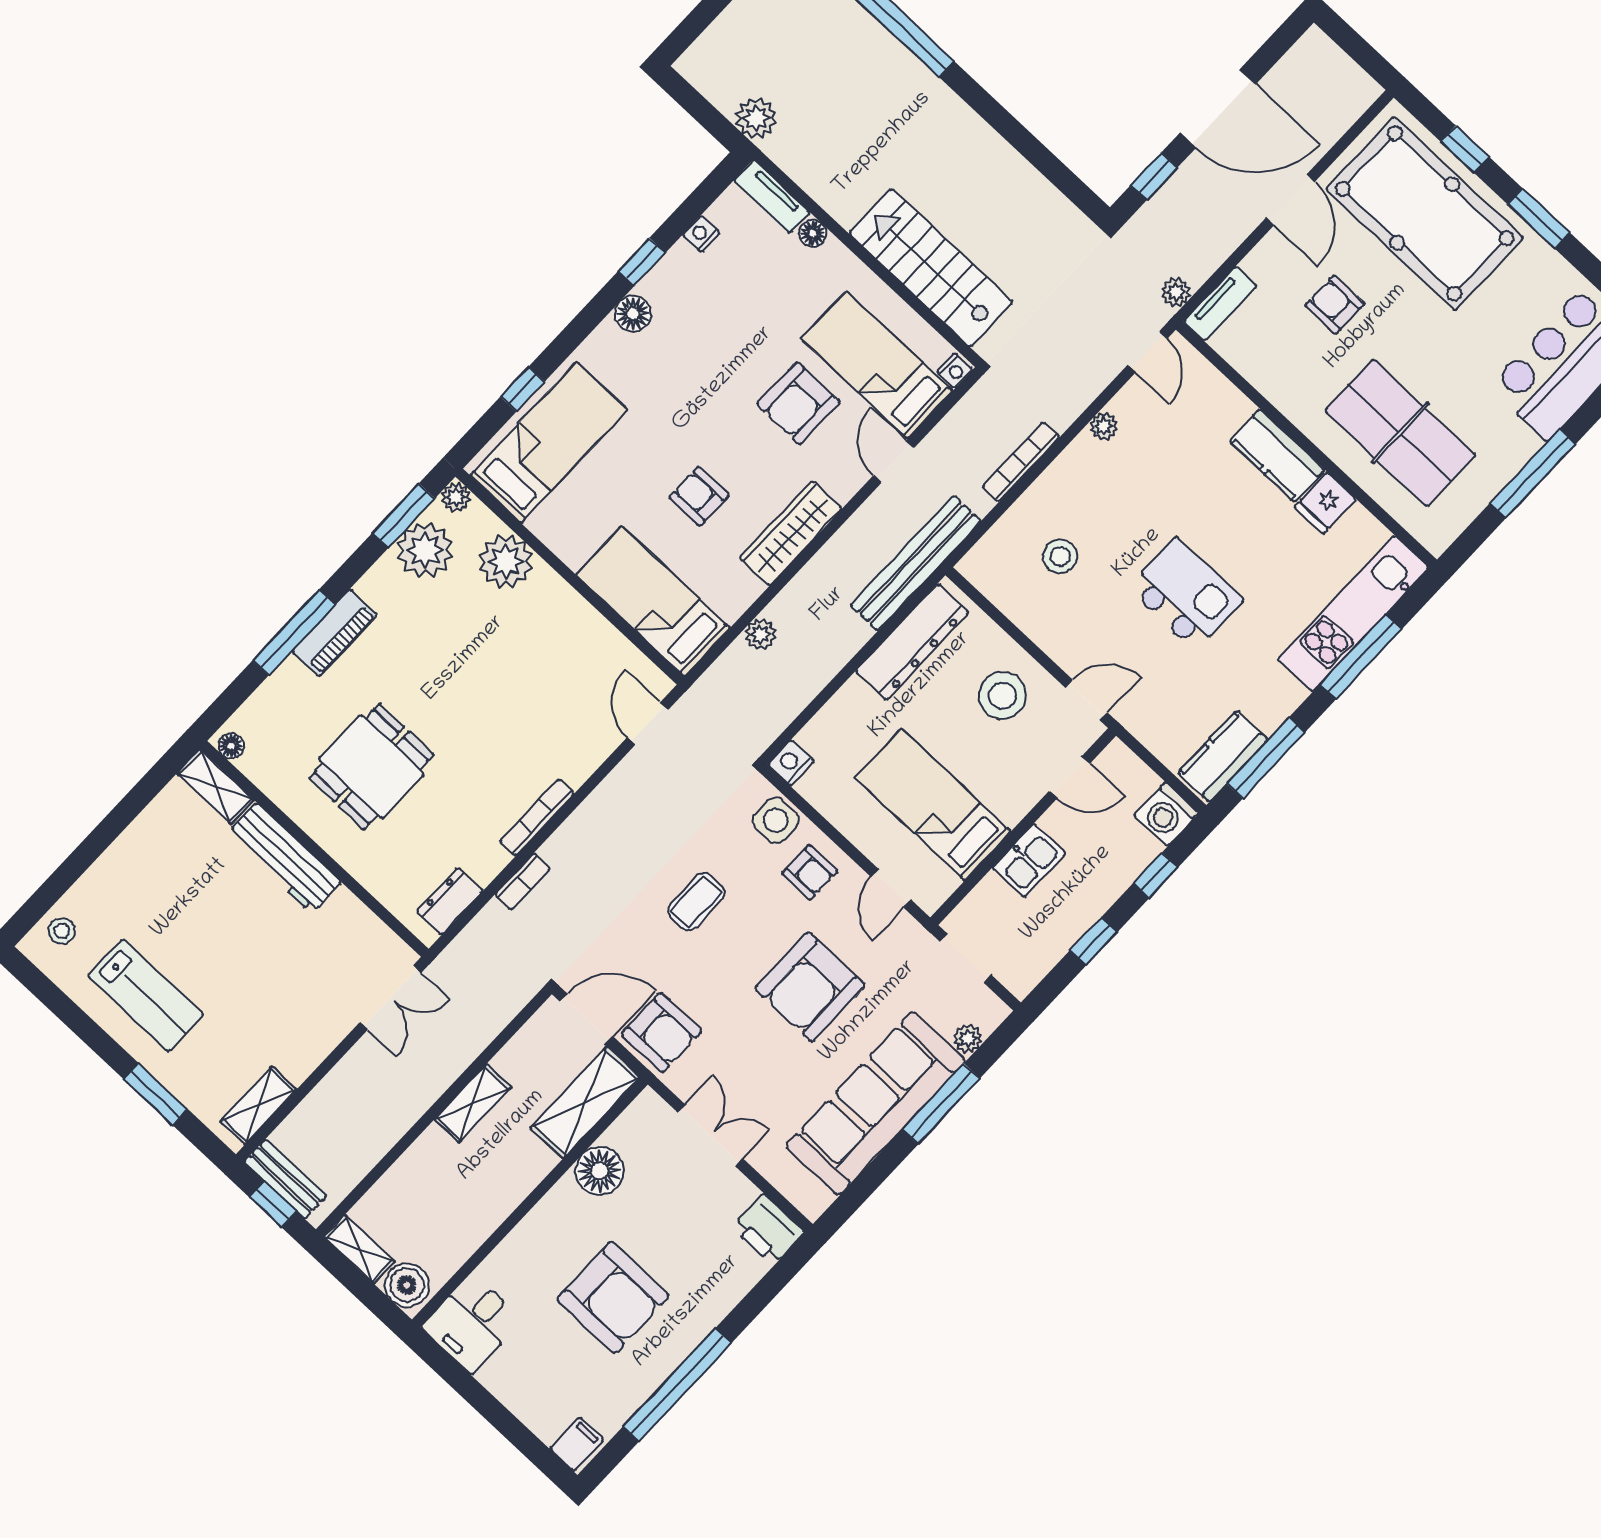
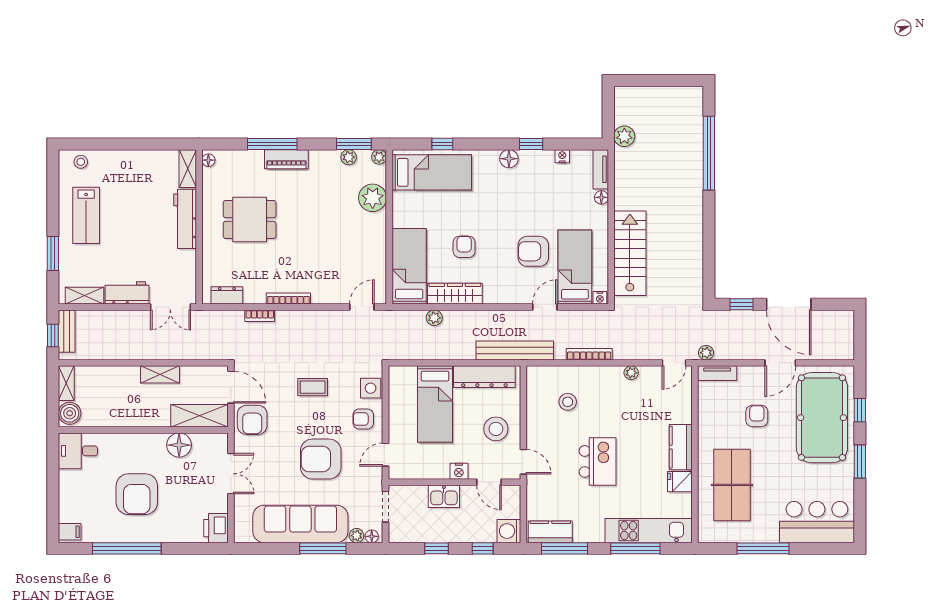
wardrobe: (791, 533) -> (455, 294), moved
plant: (425, 550) -> (349, 157), width x0.53, depth x0.53
nightstand: (791, 763) -> (459, 471), moved, turned 180
bed: (933, 804) -> (435, 404), moved, turned 180
armchair: (810, 872) -> (363, 419), turned 90
floor lamp: (989, 1018) -> (372, 536), added
workbench: (312, 1041) -> (127, 293), added

